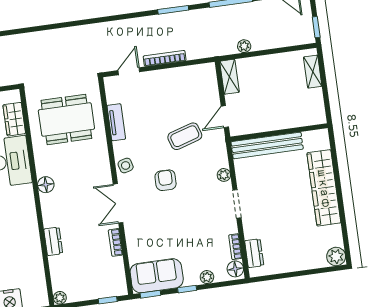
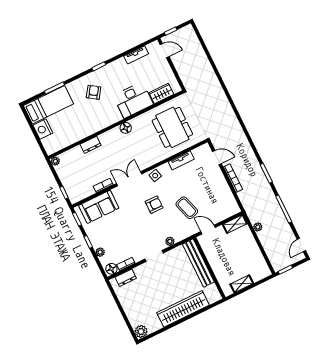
shelving: (313, 72) -> (242, 284), moved
sofa: (157, 276) -> (99, 207), moved, turned 90

